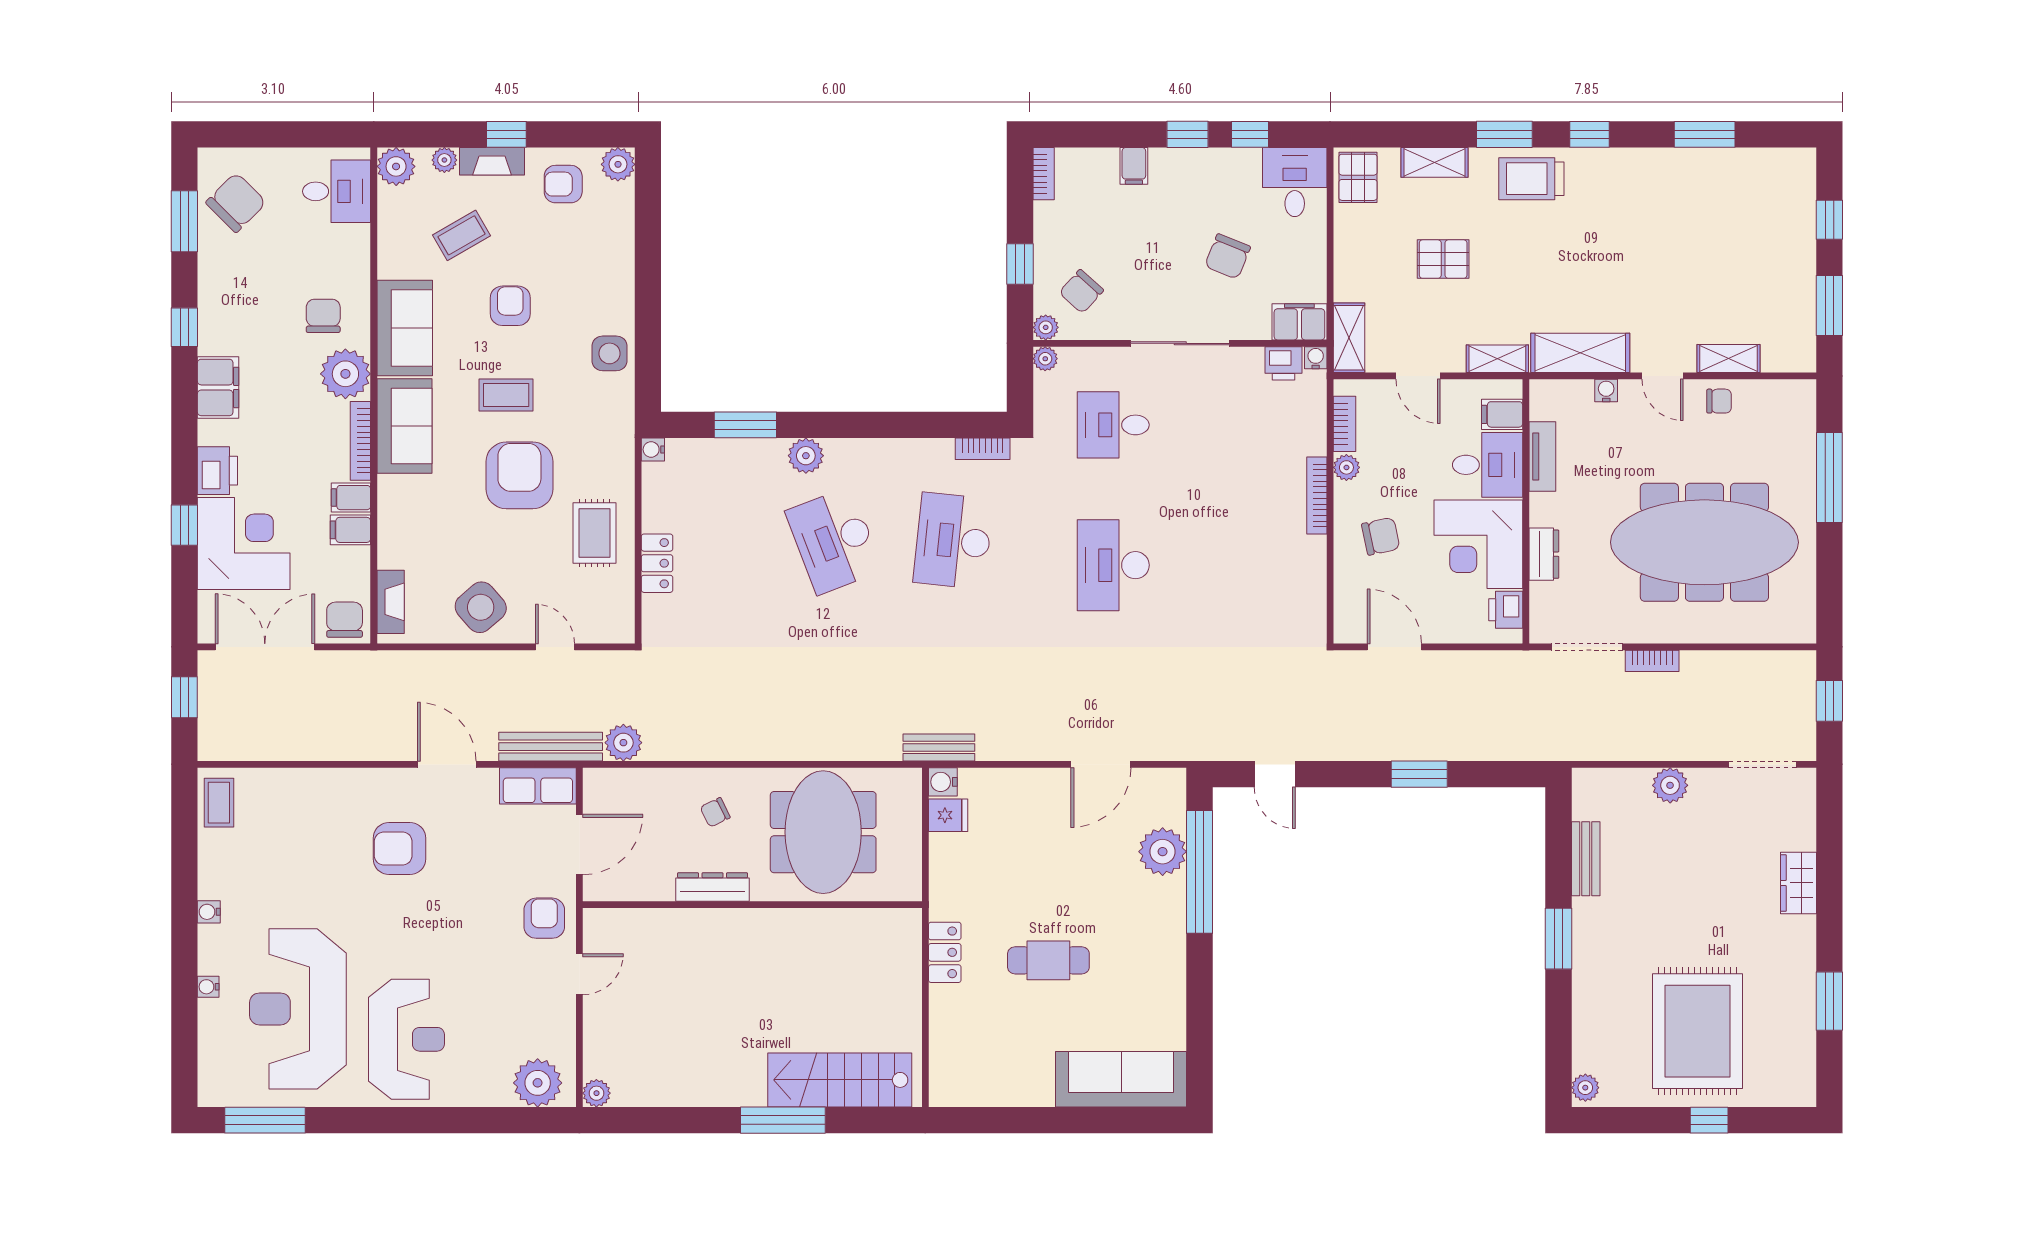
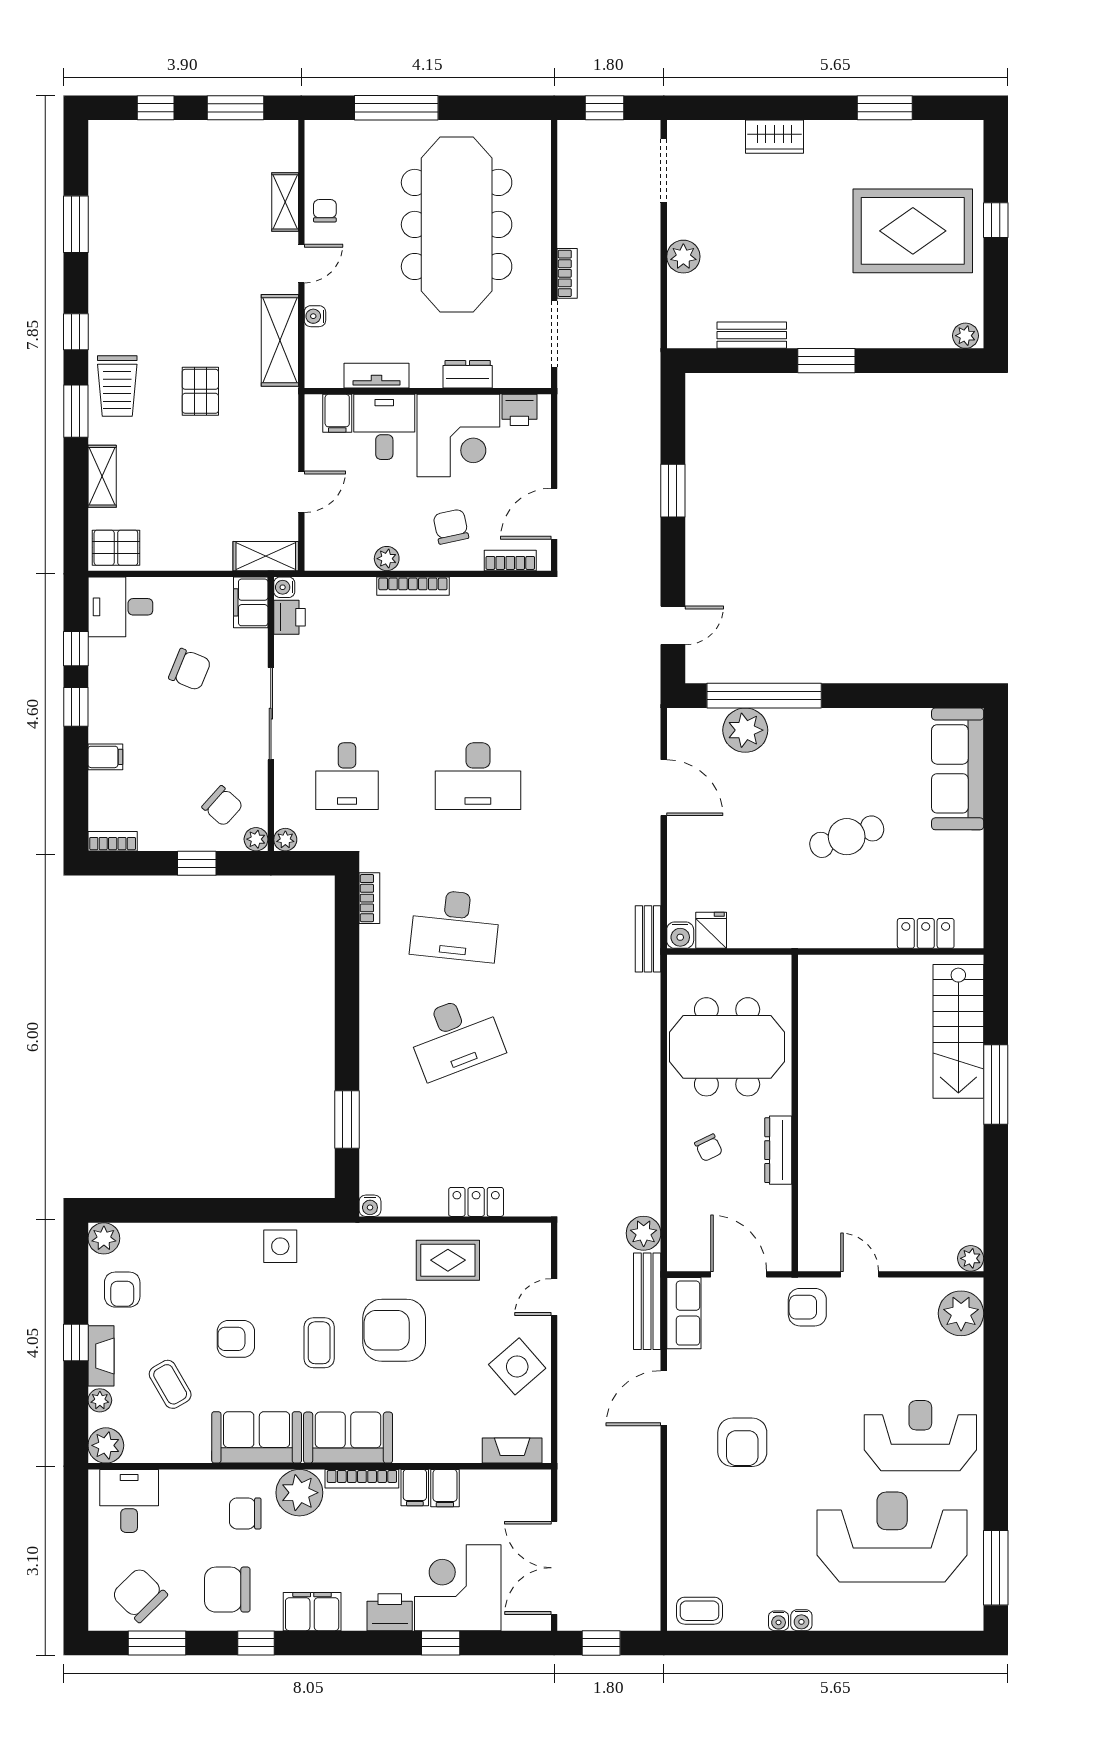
pallet: (1443, 259) -> (200, 391), moved
shelving: (1497, 359) -> (285, 418), removed
bookcase: (1344, 424) -> (510, 560), moved
plant: (806, 456) -> (376, 1063), removed
chair: (345, 620) -> (227, 1590), moved, width x1.37, depth x1.37
locker: (945, 952) -> (926, 933), moved
cafe table: (1048, 960) -> (847, 837), turned 72
water cooler: (208, 987) -> (779, 1621), moved
reception desk: (298, 1009) -> (892, 1537), turned 180

